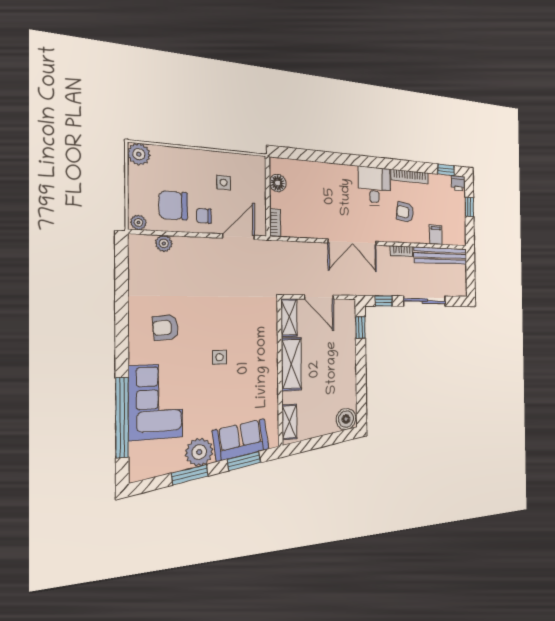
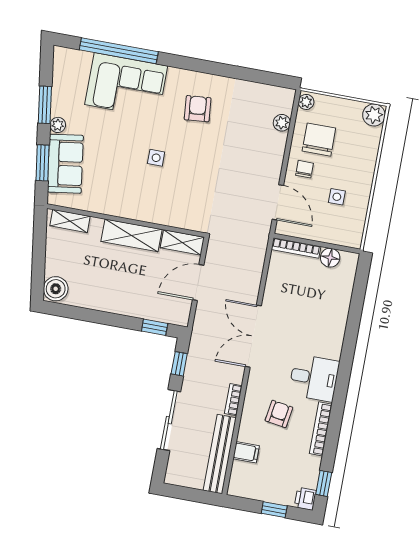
bookcase: (275, 223) -> (296, 248), width x1.56
plant: (199, 452) -> (58, 125), width x0.53, depth x0.53

